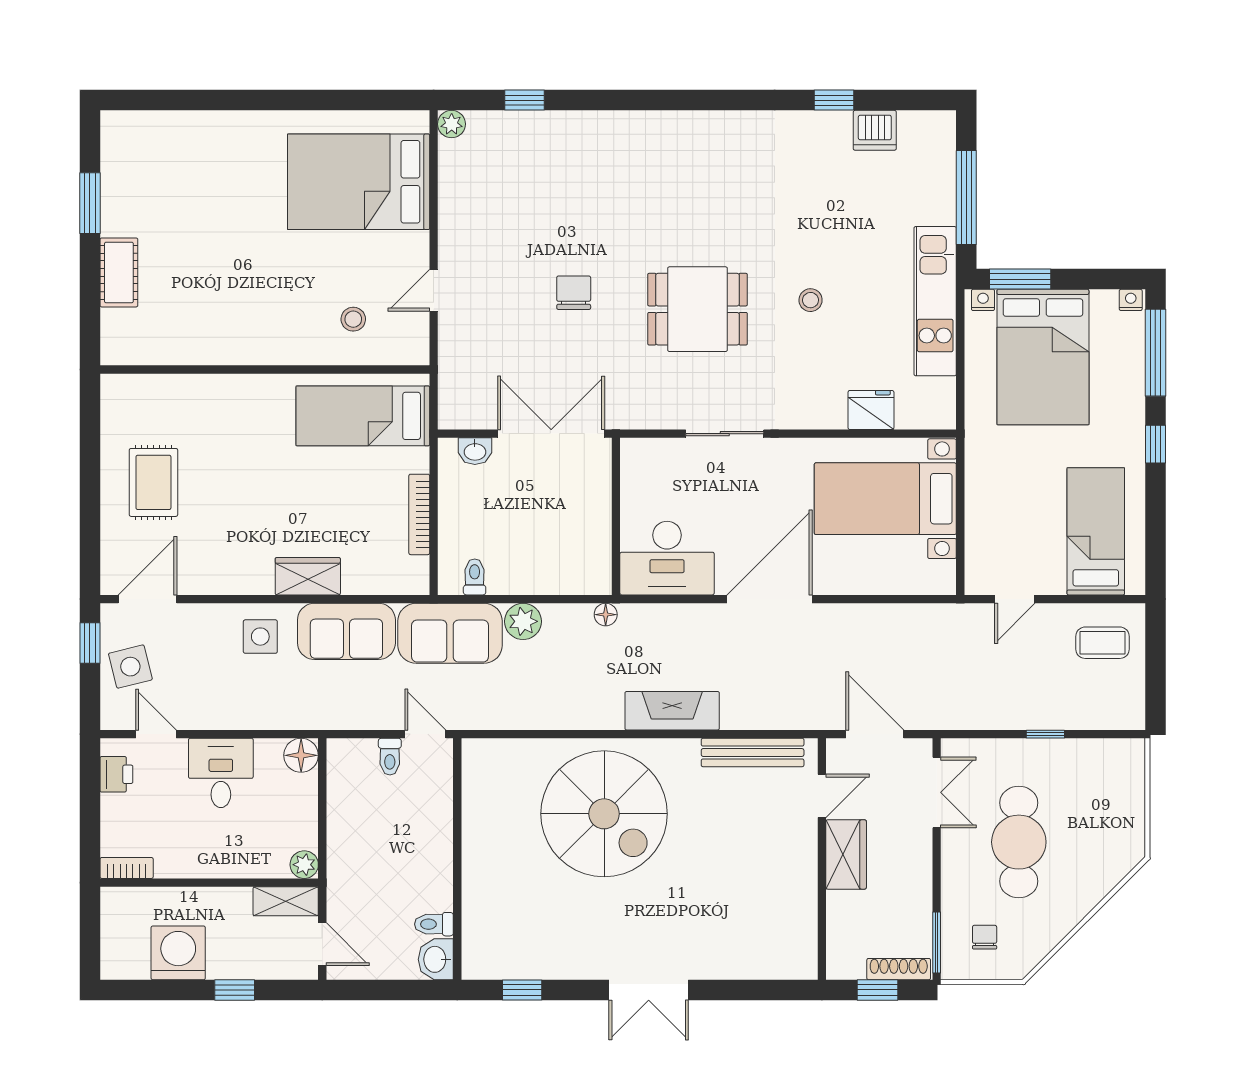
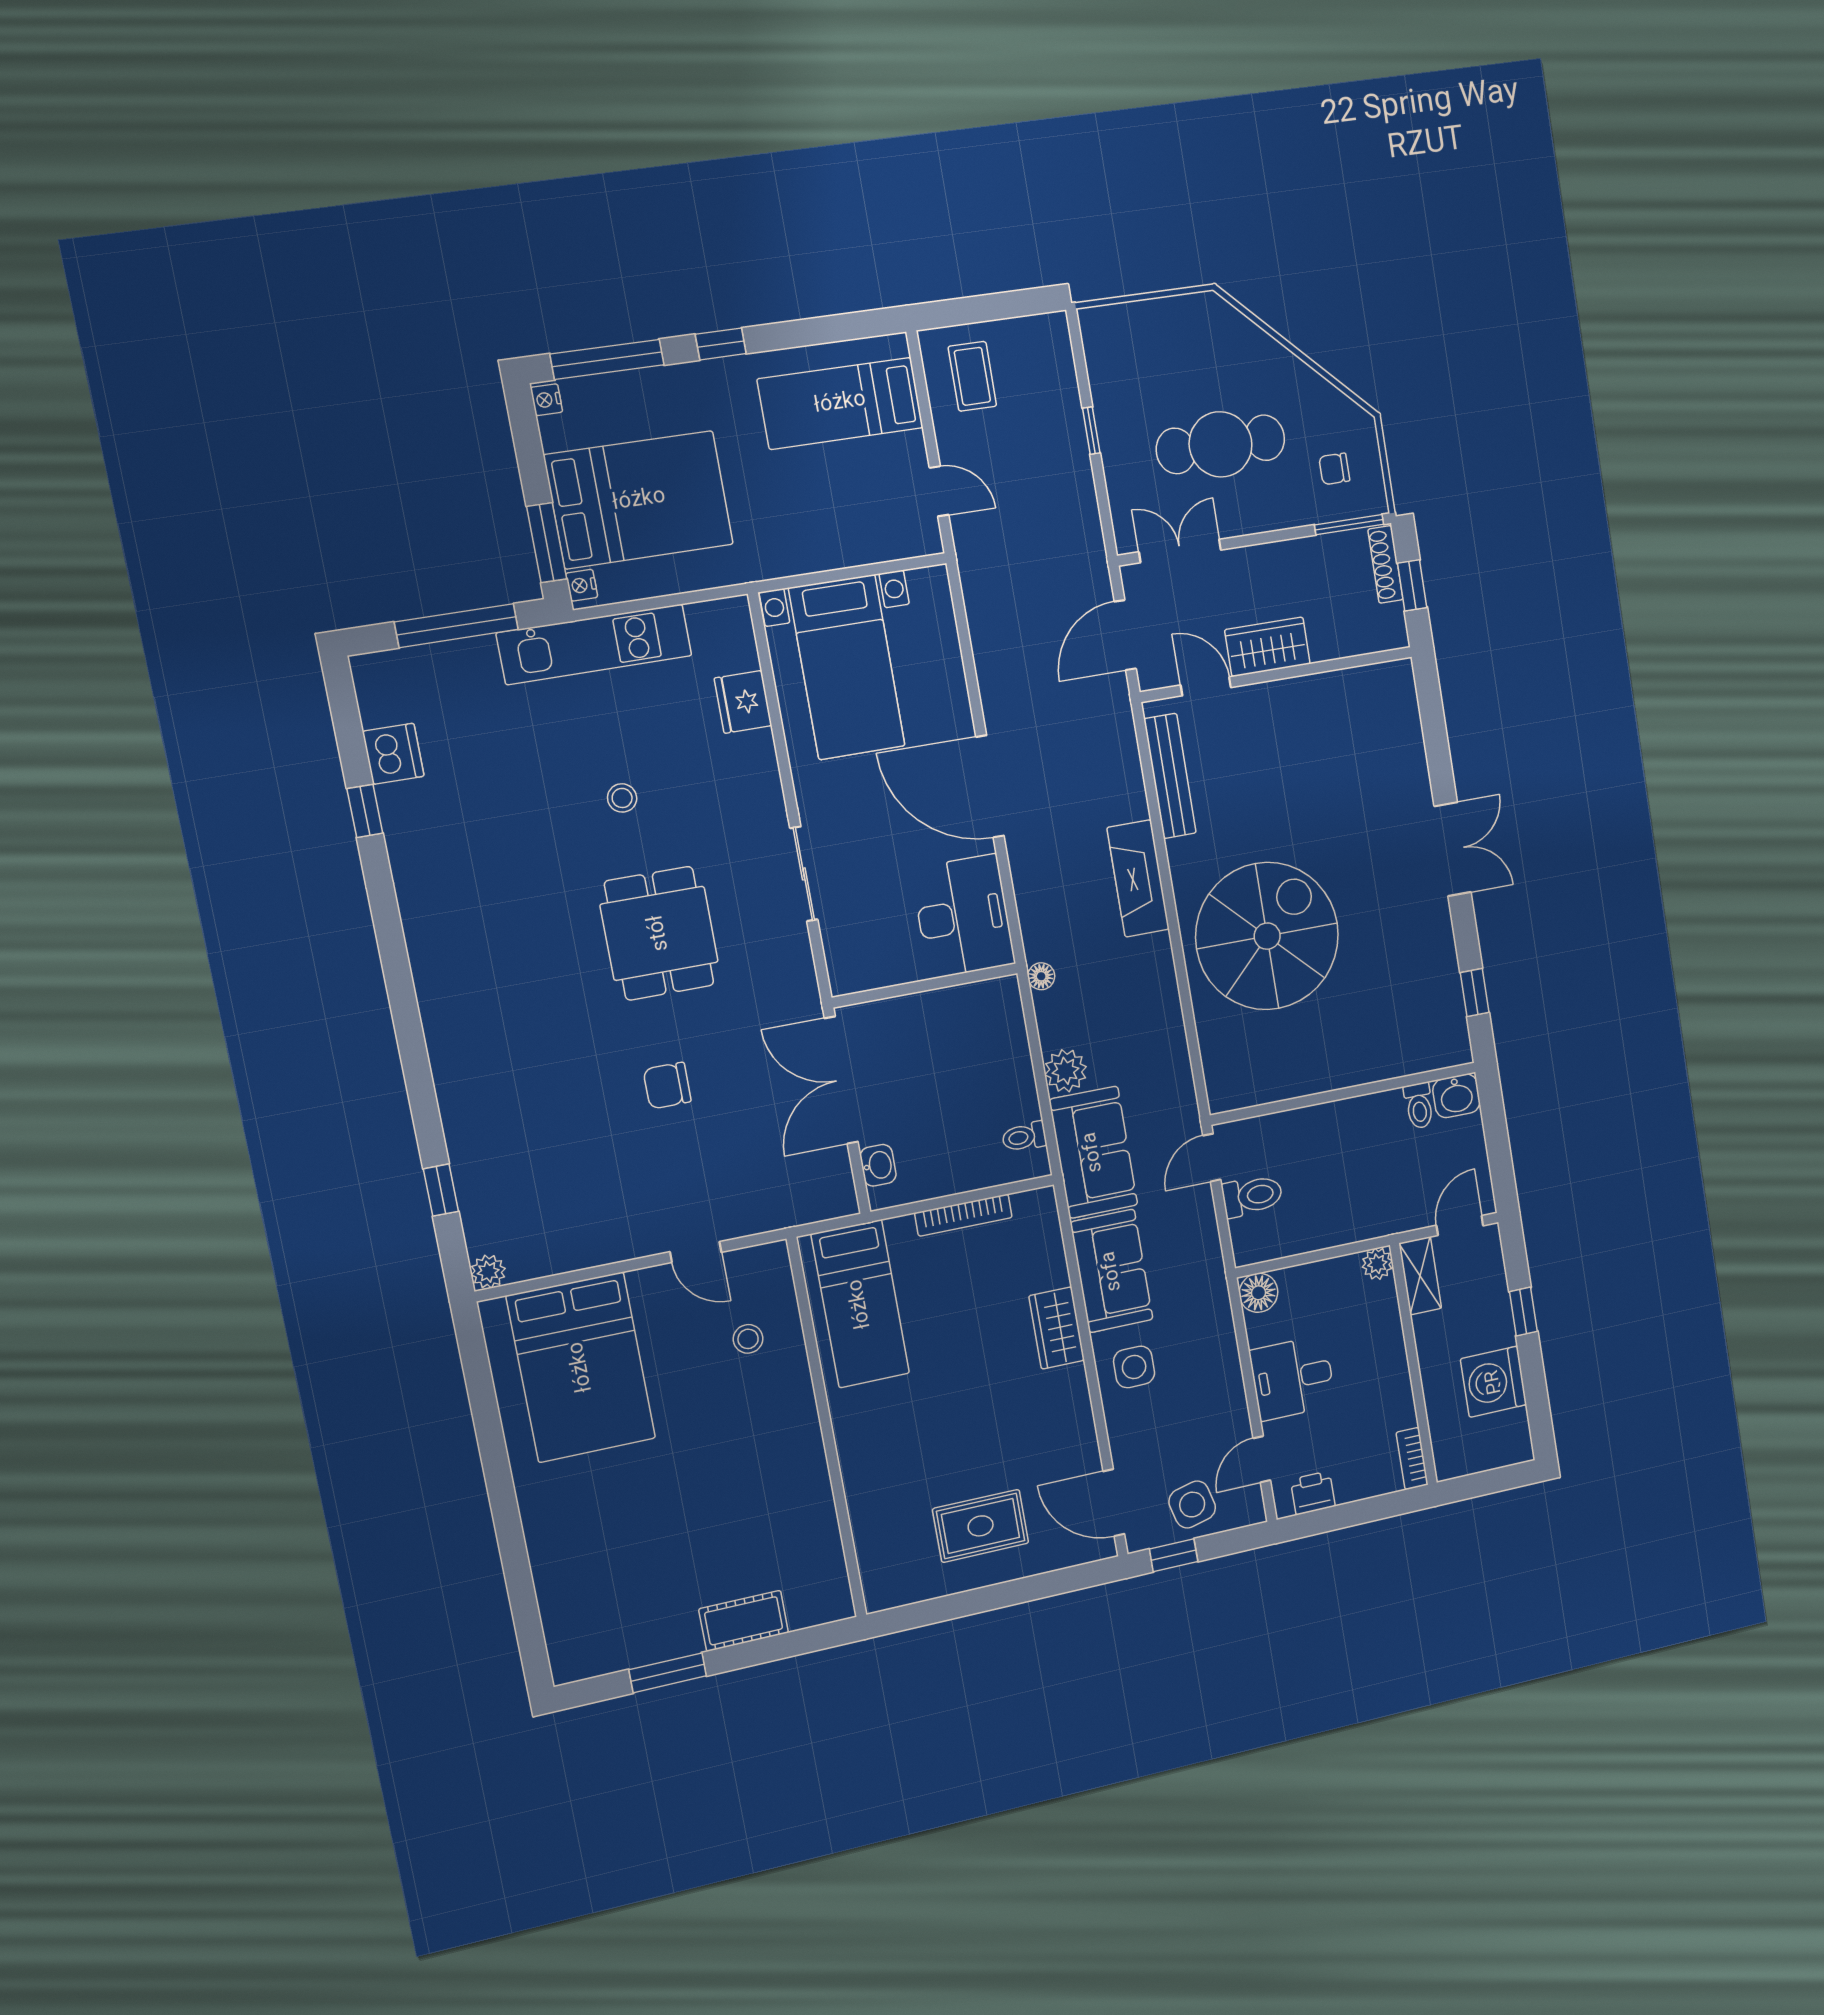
toilet: (390, 757) -> (1252, 1196), width x1.37, depth x1.39

